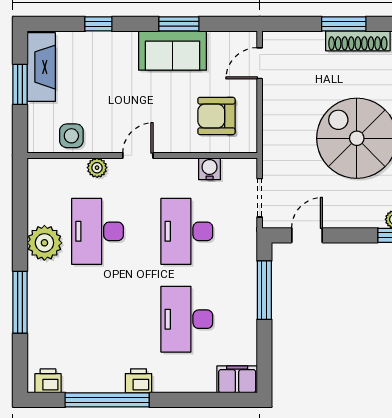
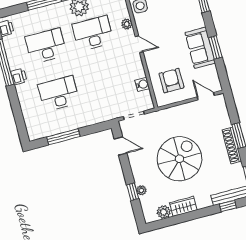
desk: (187, 231) -> (46, 46), moved
window: (264, 290) -> (63, 137), moved
filing cabinet: (237, 379) -> (34, 129), removed

